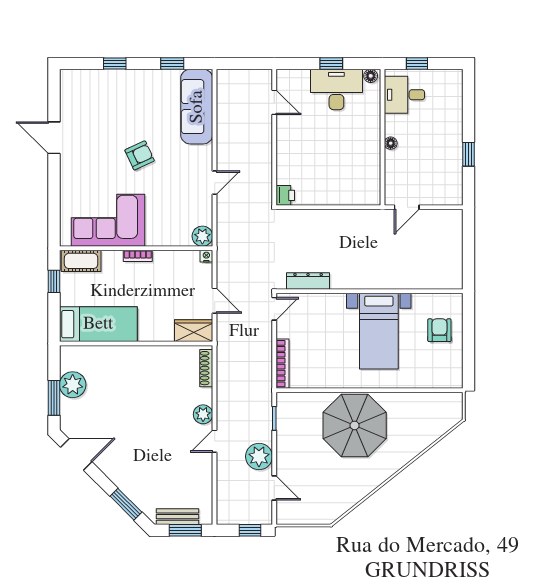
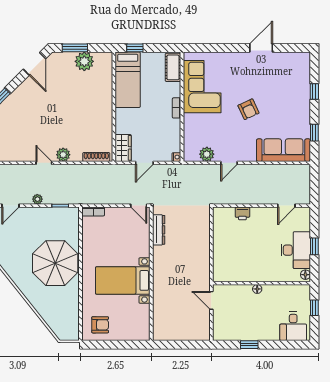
desk: (404, 95) -> (293, 326), moved, turned 180
door: (215, 183) -> (229, 163), hinge flipped
printer: (285, 195) -> (242, 213), moved
plant: (202, 236) -> (207, 154), moved
window: (54, 281) -> (135, 48), moved
armchair: (439, 330) -> (100, 325), moved
bookcase: (282, 364) -> (93, 211), width x0.64
plant: (259, 456) -> (37, 199), width x0.53, depth x0.53

